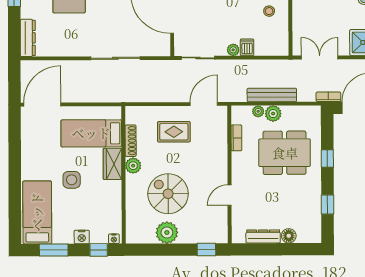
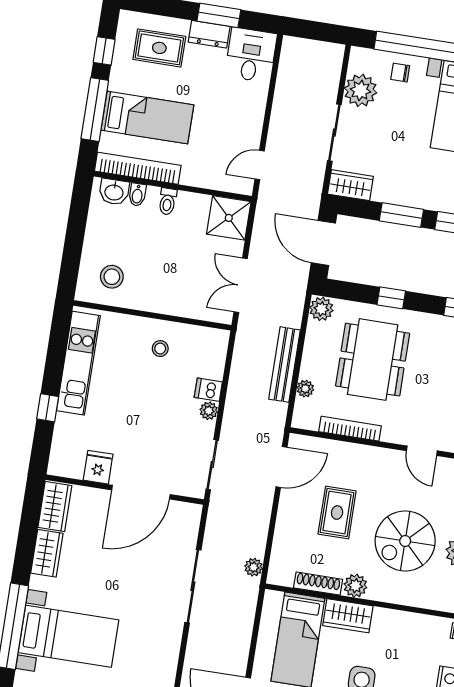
plant: (134, 96) -> (254, 567), added
bookcase: (328, 97) -> (301, 282), removed
door: (204, 104) -> (281, 467), swing flipped
plant: (273, 114) -> (321, 309), moved
rug: (174, 132) -> (337, 513), moved
bookcase: (236, 138) -> (350, 429), width x1.56

